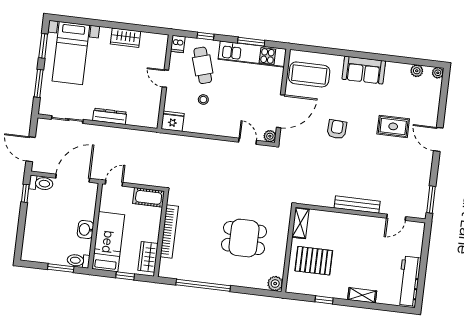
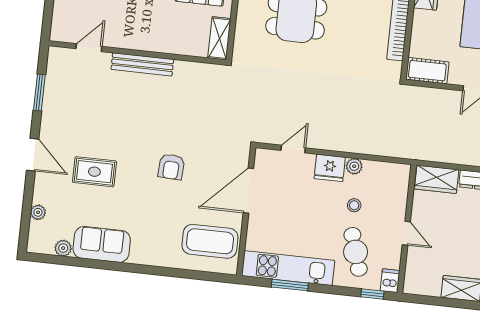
window: (206, 36) -> (372, 294), moved
sofa: (364, 70) -> (102, 244), moved
plant: (438, 73) -> (38, 212), moved
wardrobe: (143, 118) -> (437, 179), added
fridge: (173, 121) -> (330, 168), moved
plant: (270, 136) -> (354, 166), moved
door: (248, 141) -> (293, 149), swing flipped
window: (431, 200) -> (39, 92), moved

